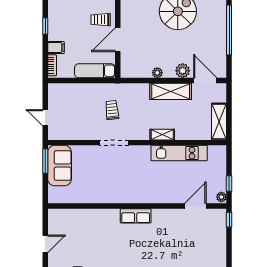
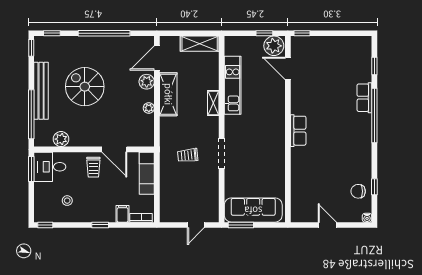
sofa: (60, 166) -> (253, 210), width x1.36
plant: (221, 197) -> (274, 46), width x1.88, depth x1.88

